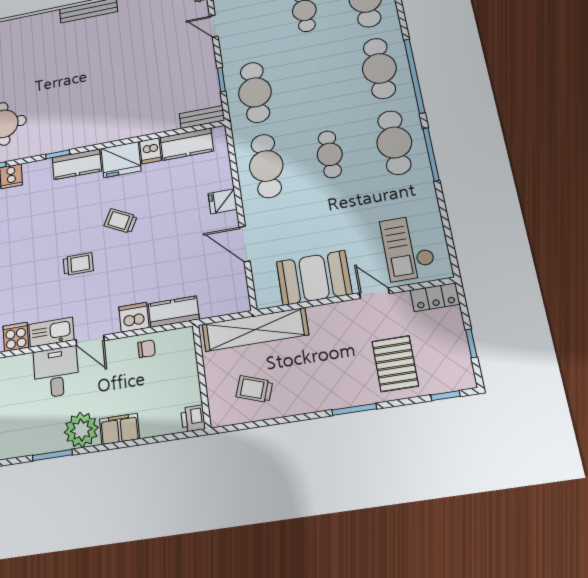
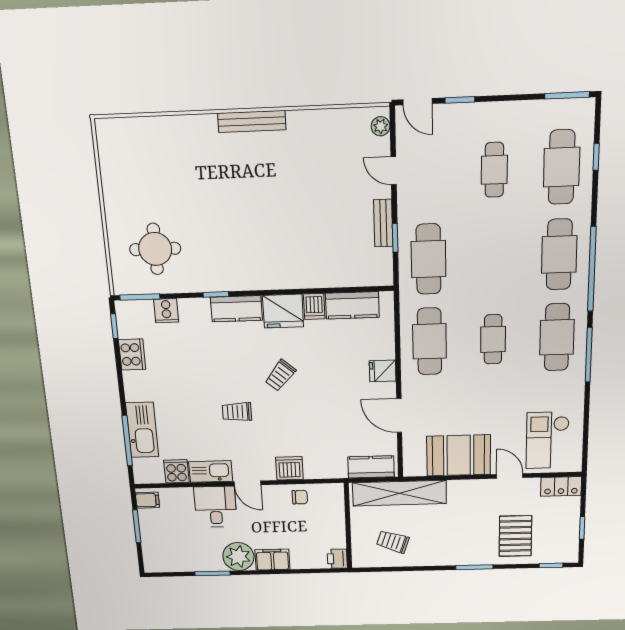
bench: (202, 117) -> (383, 223), moved, turned 90
trolley: (121, 221) -> (280, 375), turned -77
trolley: (78, 264) -> (237, 412), turned 180
kitchen counter: (174, 312) -> (371, 467), moved

